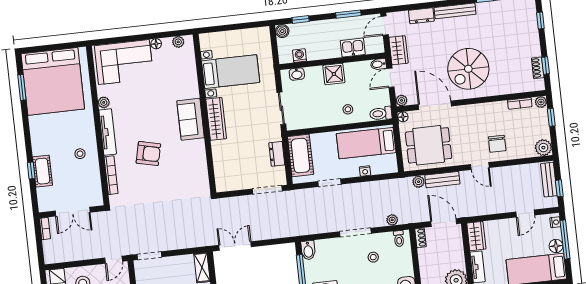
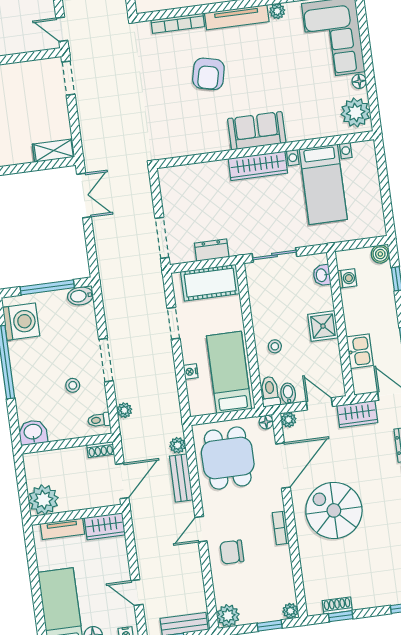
plant: (178, 42) -> (356, 113), width x1.87, depth x1.87
bidet: (378, 64) -> (288, 393), moved
bookcase: (520, 103) -> (281, 528), moved

